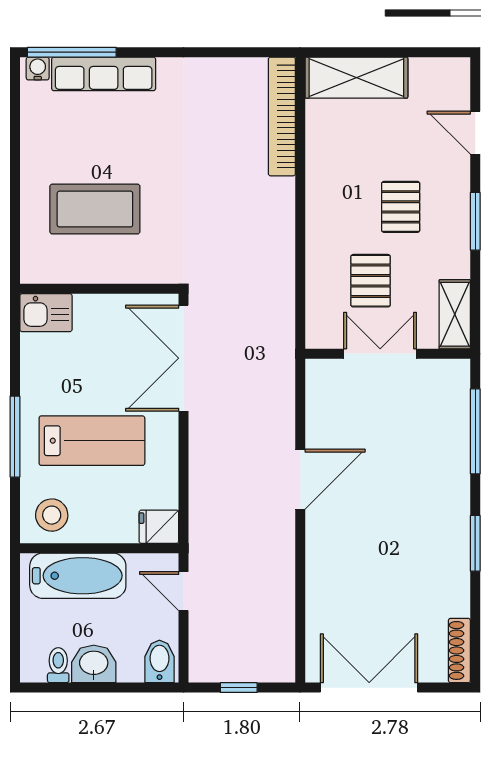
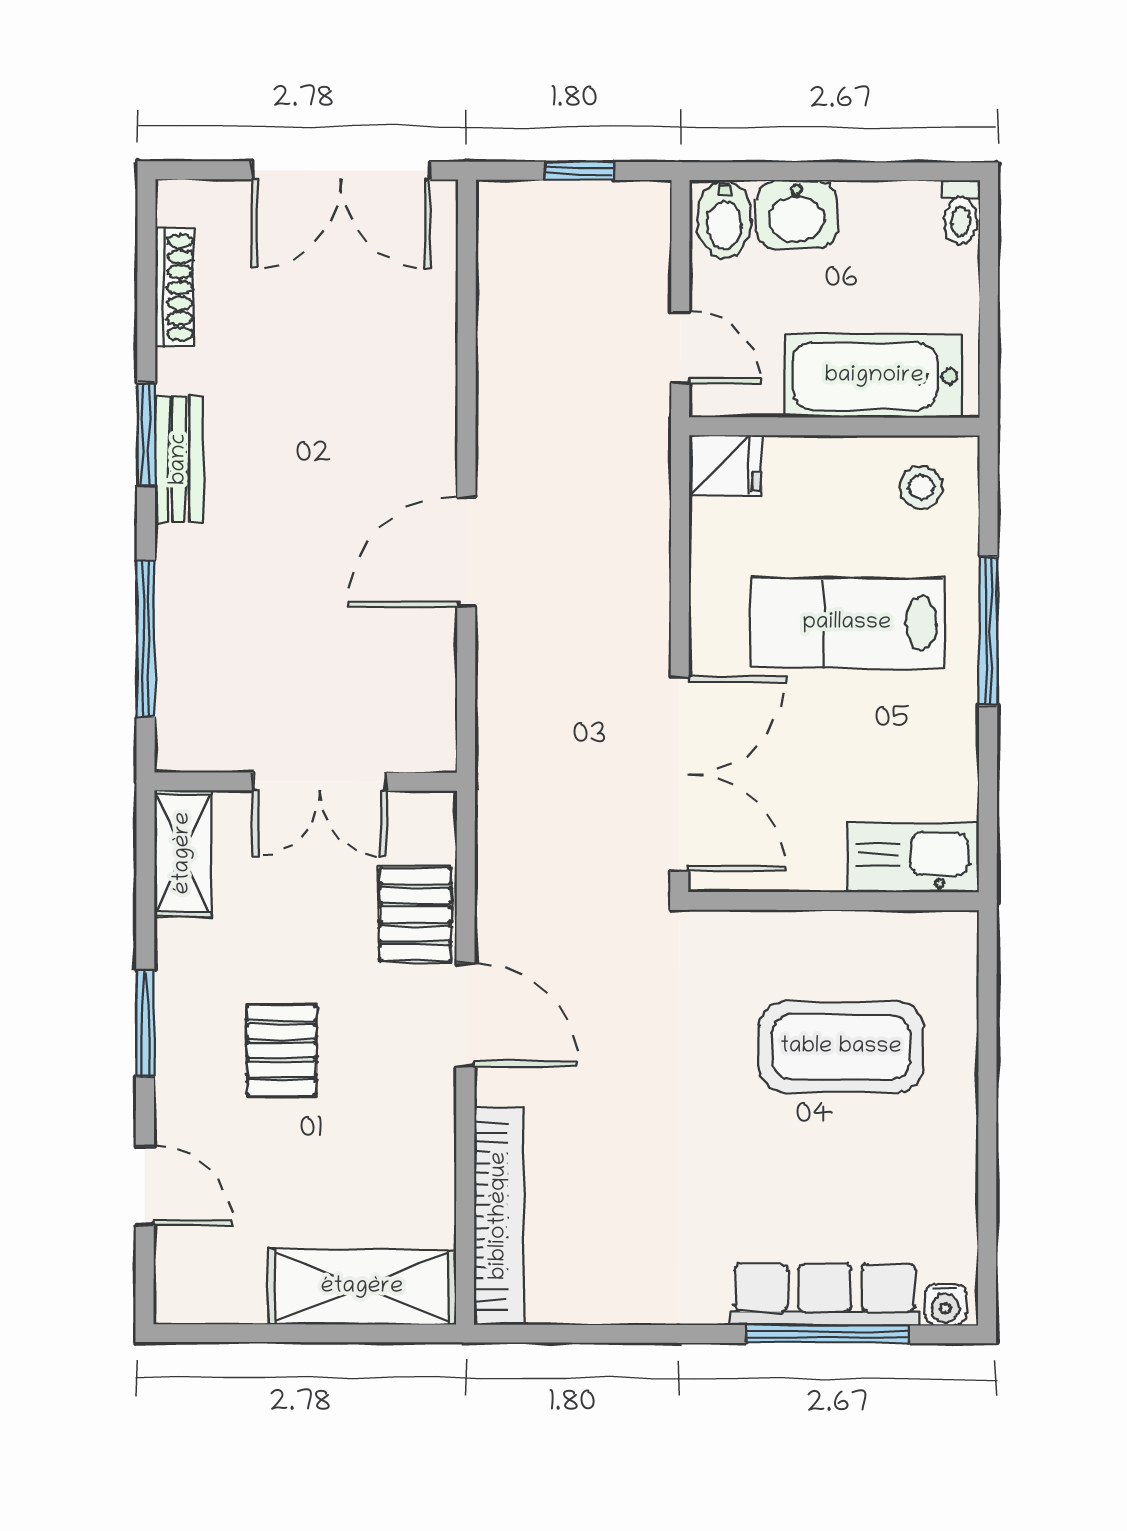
window: (72, 52) -> (828, 1334), moved
door: (300, 226) -> (465, 1015), added
pallet: (371, 281) -> (415, 914), moved
kitchen sink: (46, 313) -> (913, 858), width x1.38
stool: (52, 515) -> (921, 487), width x0.73, depth x0.73
bench: (457, 530) -> (179, 459), added
shoe rack: (459, 650) -> (175, 287), moved
washbasin: (94, 664) -> (797, 214), moved
toilet: (58, 665) -> (960, 212), moved

